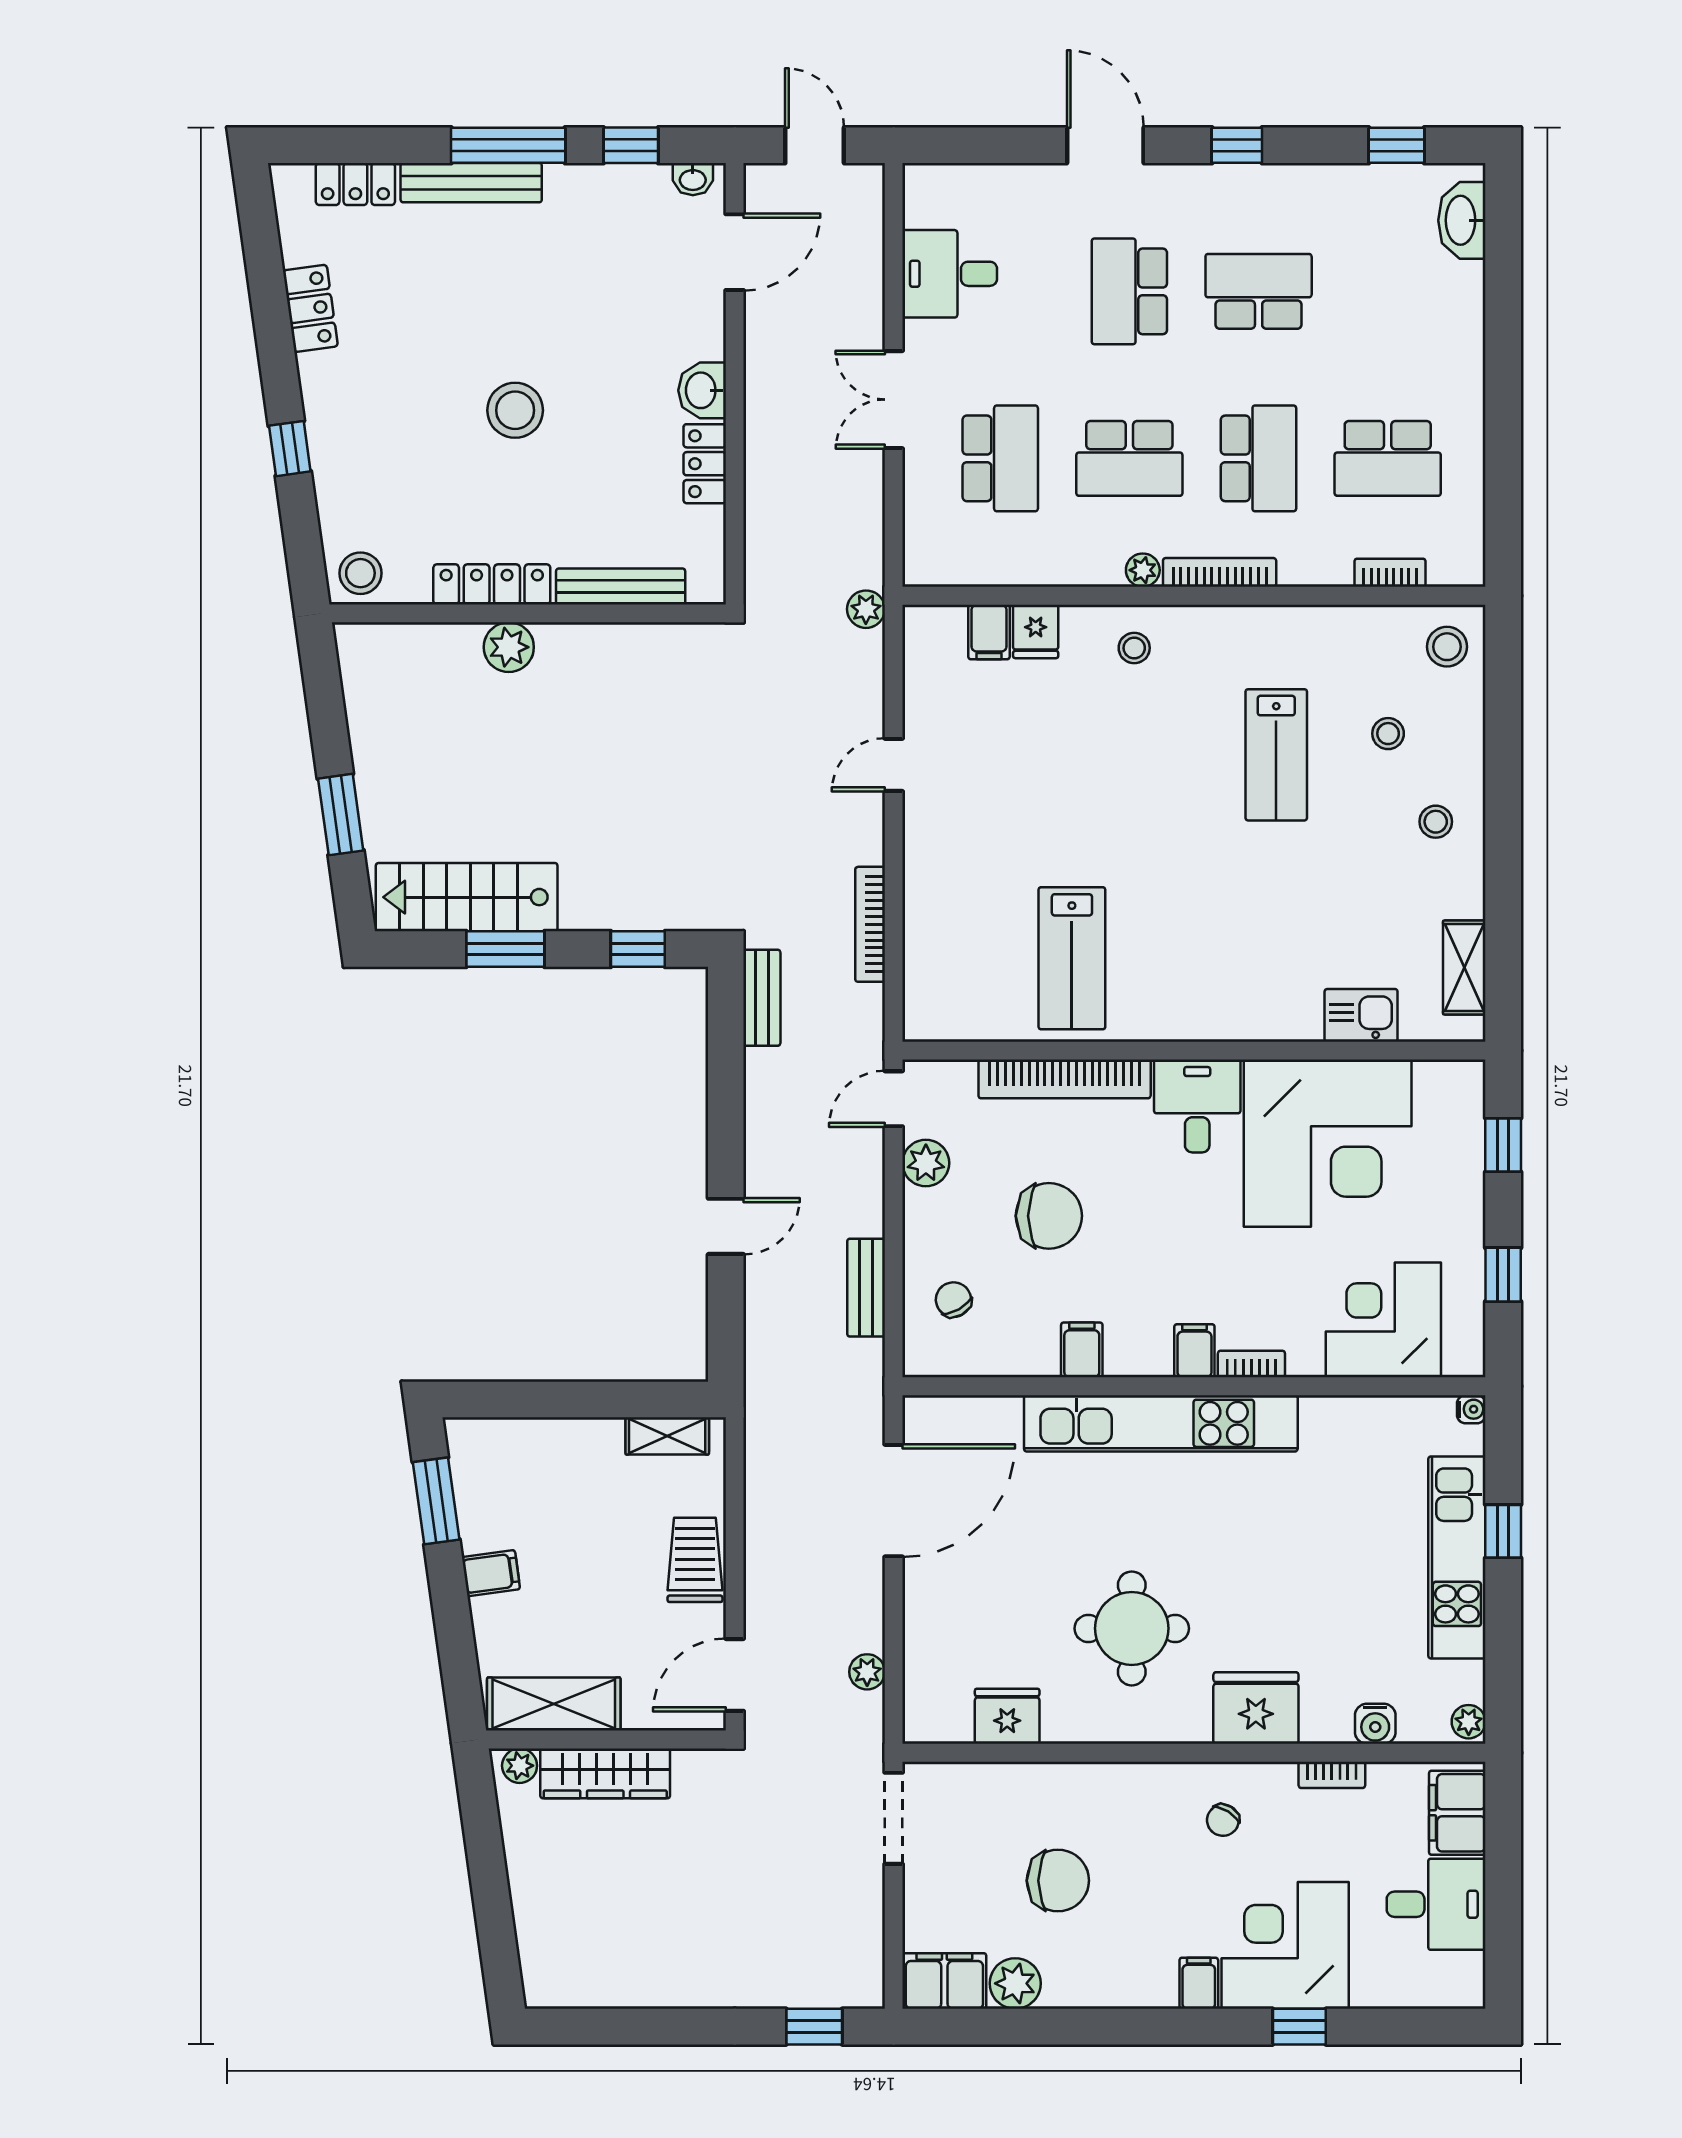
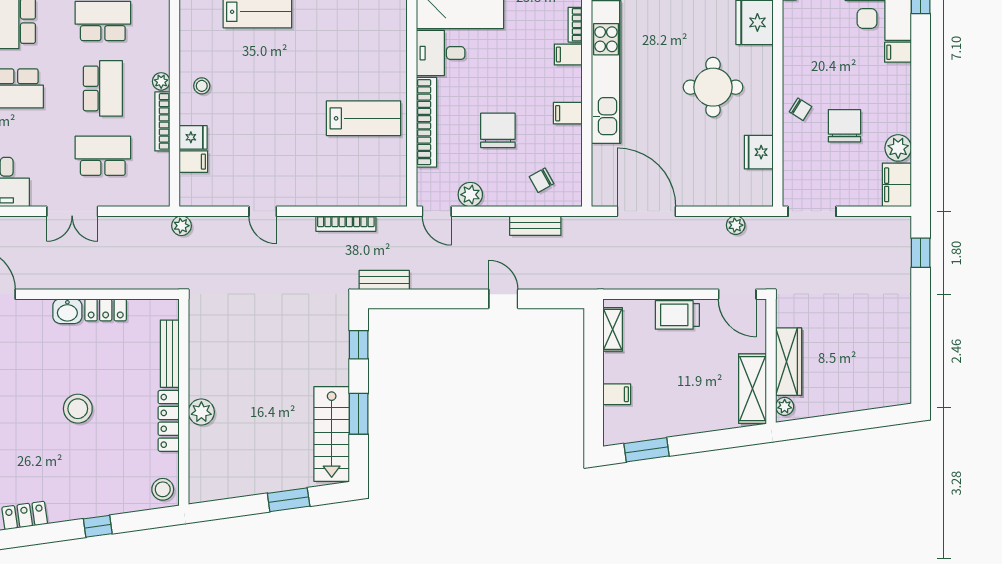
bookcase: (1220, 572) -> (162, 121), moved
filing cabinet: (491, 1573) -> (617, 394), moved, turned 98
chair: (1223, 1820) -> (801, 109), moved

